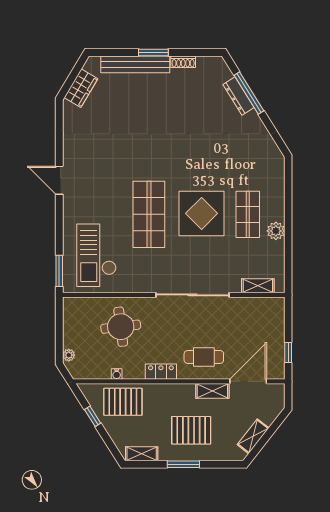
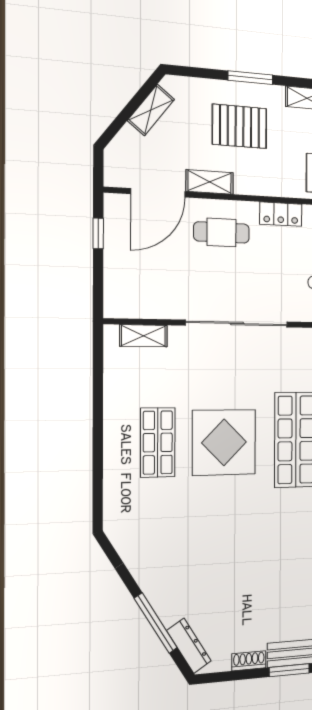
dresser: (238, 96) -> (189, 646), moved
plant: (276, 231) -> (116, 418), removed

